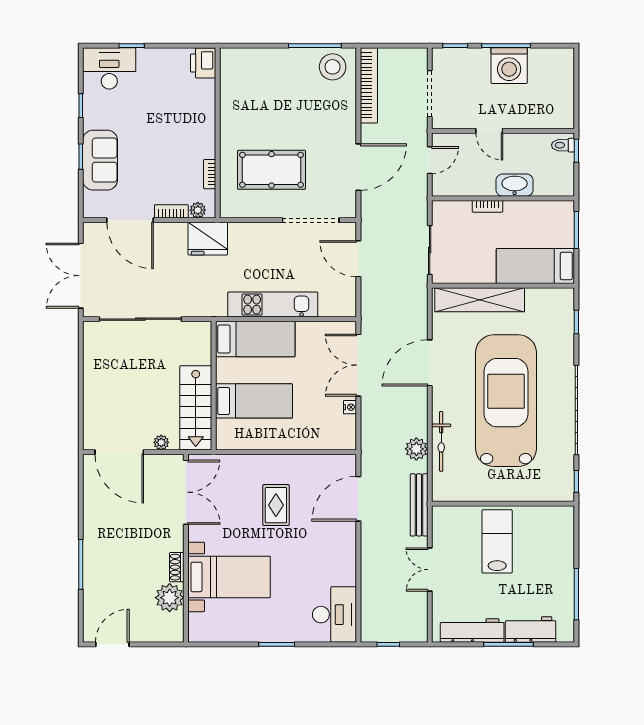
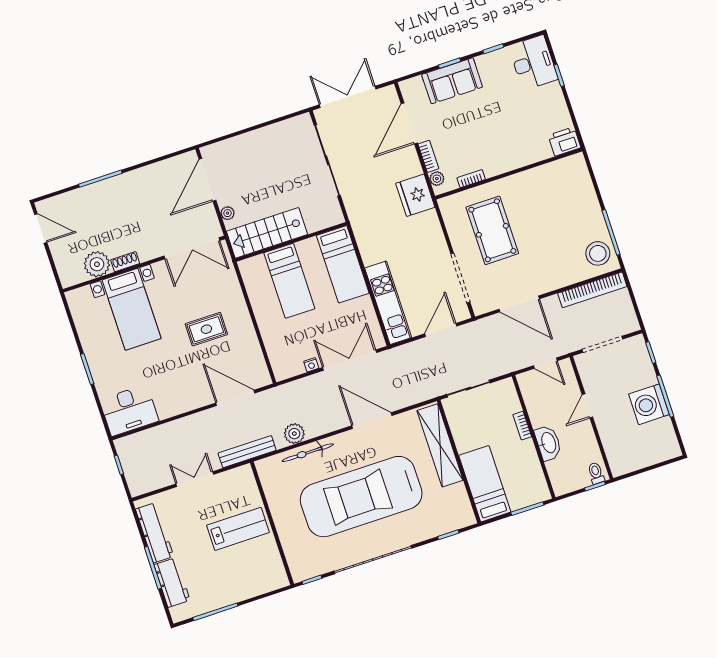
kitchen unit: (273, 305) -> (388, 303), moved
car: (506, 401) -> (361, 497), turned 180

